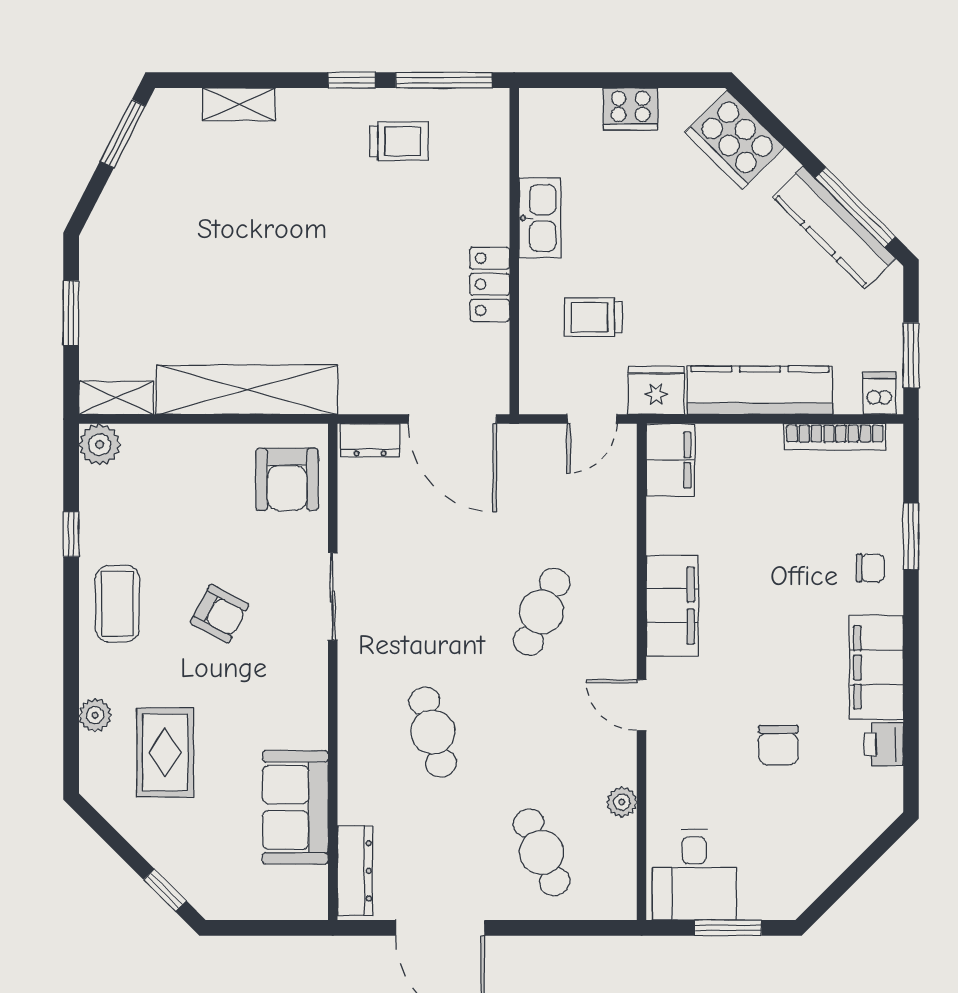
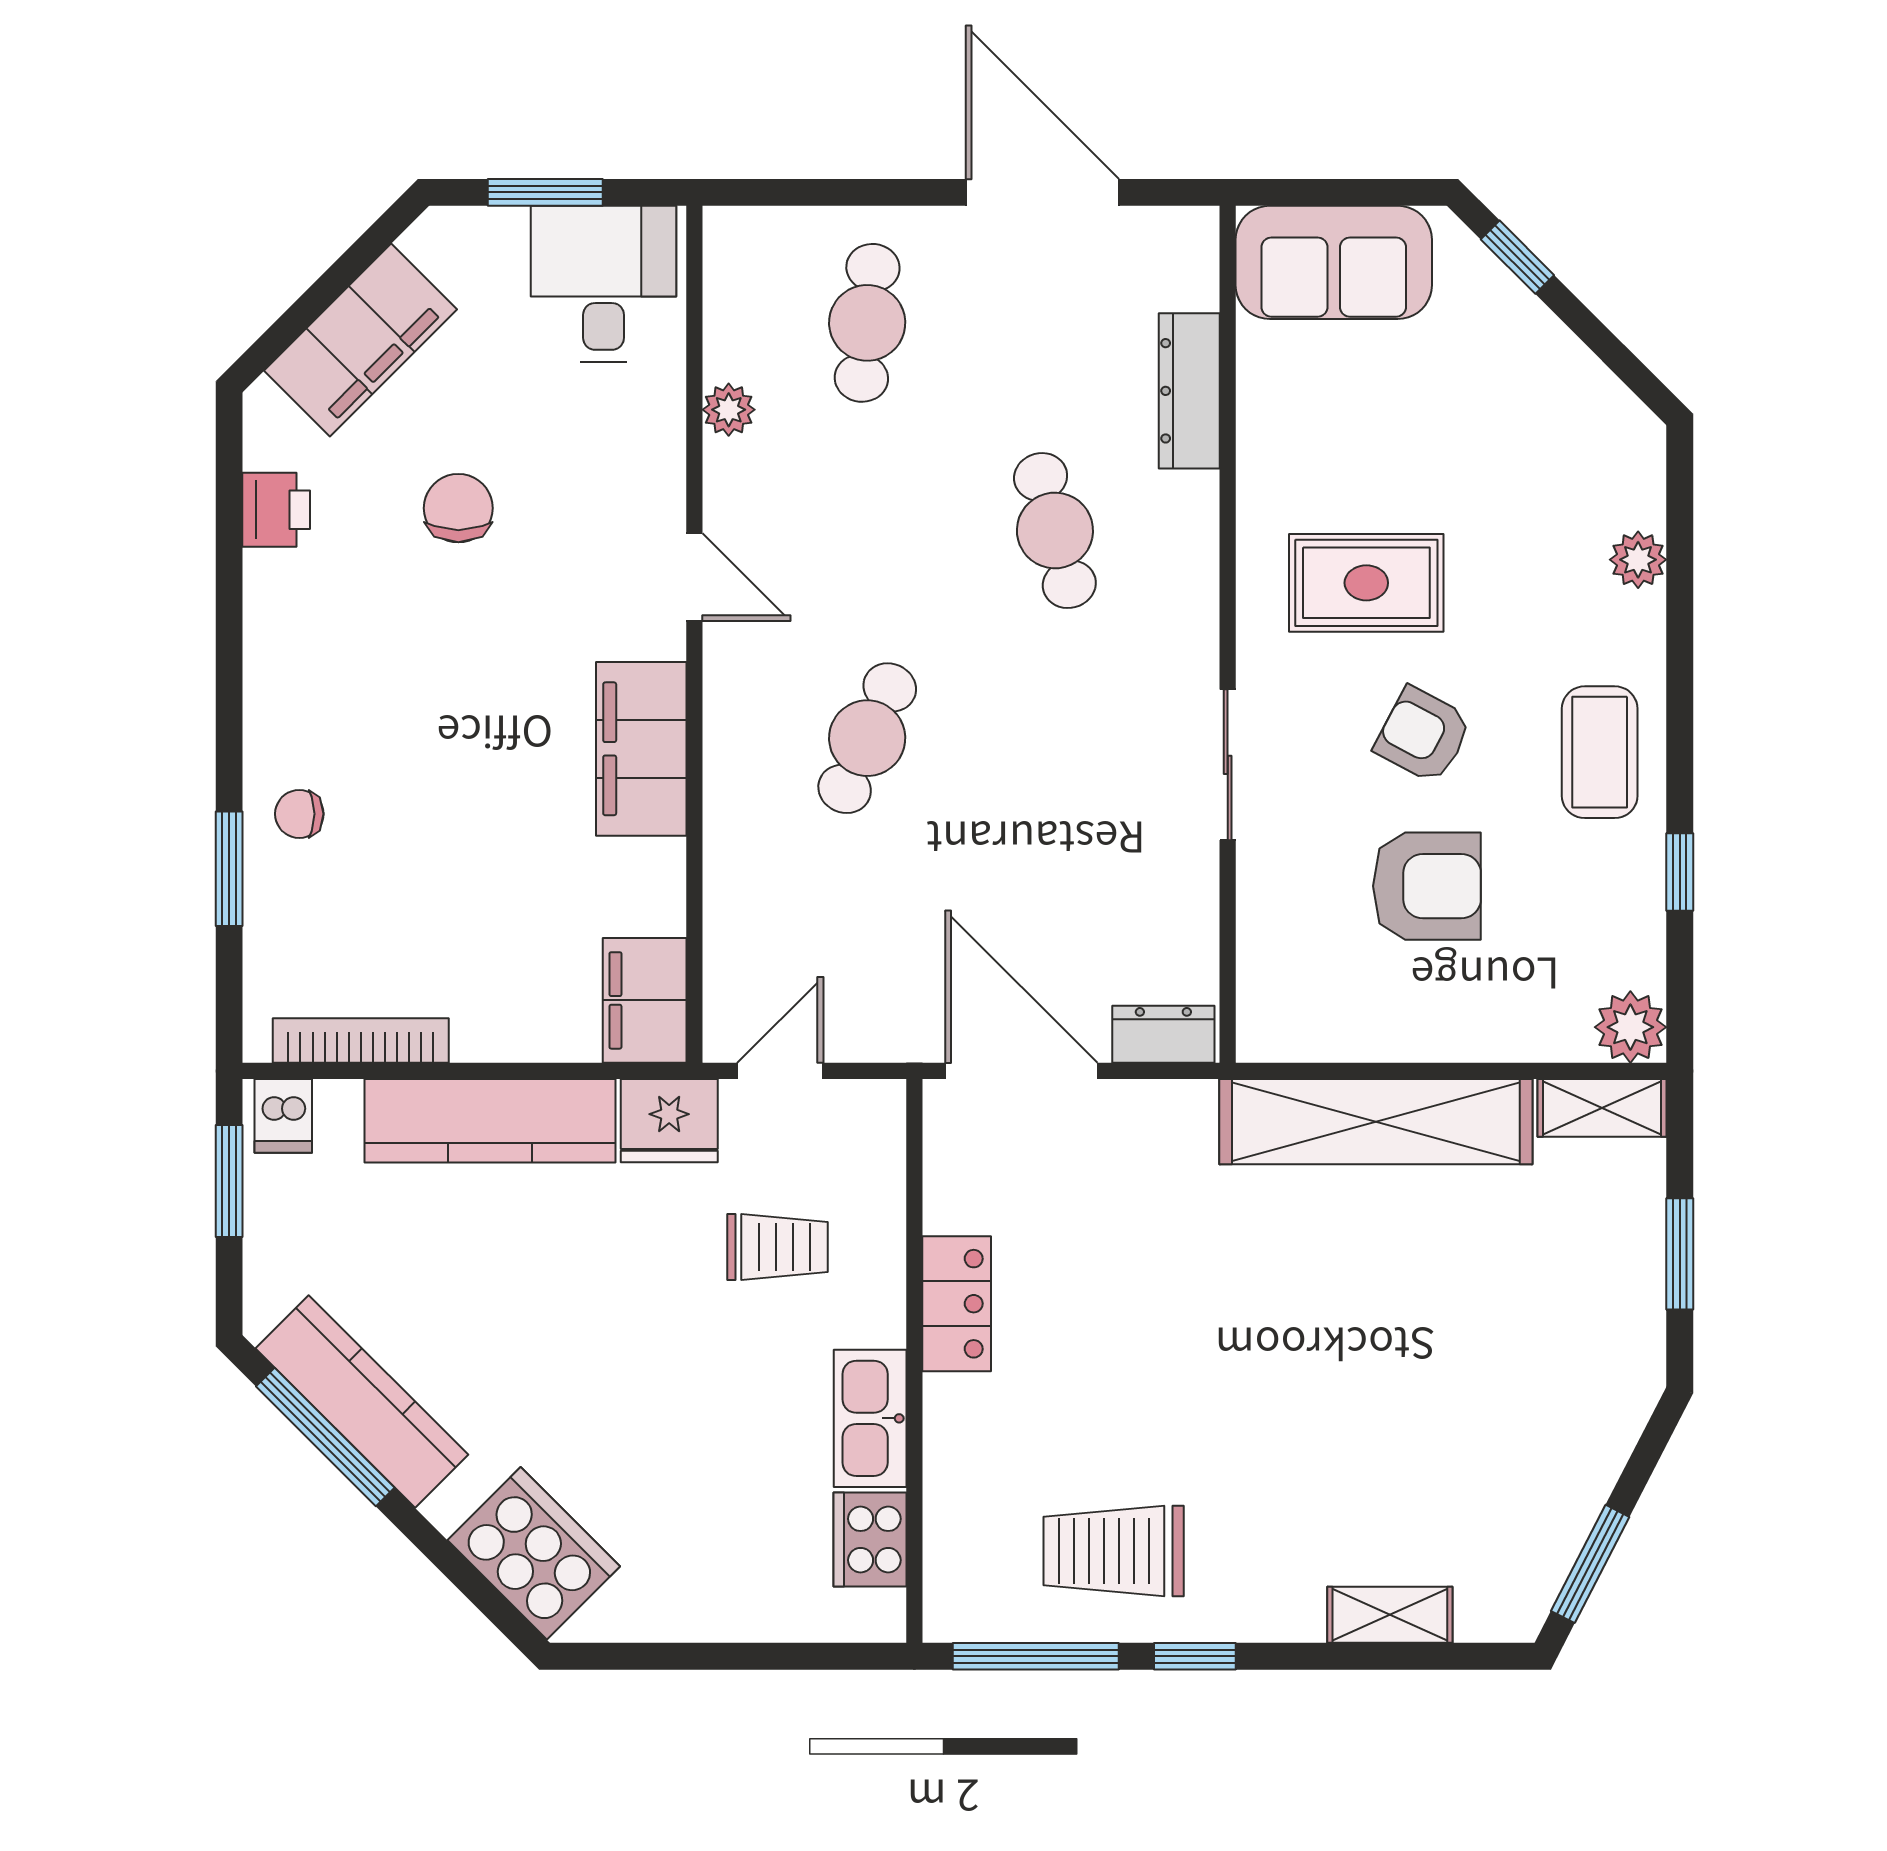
cooker: (631, 109) -> (870, 1539), moved, turned -90
trolley: (399, 141) -> (1114, 1551), width x1.36, depth x1.39
armchair: (287, 479) -> (1427, 886), moved, turned 90
filing cabinet: (876, 667) -> (361, 340), moved, turned 45
rug: (165, 753) -> (1366, 583), moved, turned 90
sofa: (295, 807) -> (1334, 262), moved, turned 90
cafe table: (542, 852) -> (867, 323), turned 30
dresser: (355, 871) -> (1189, 391), moved

